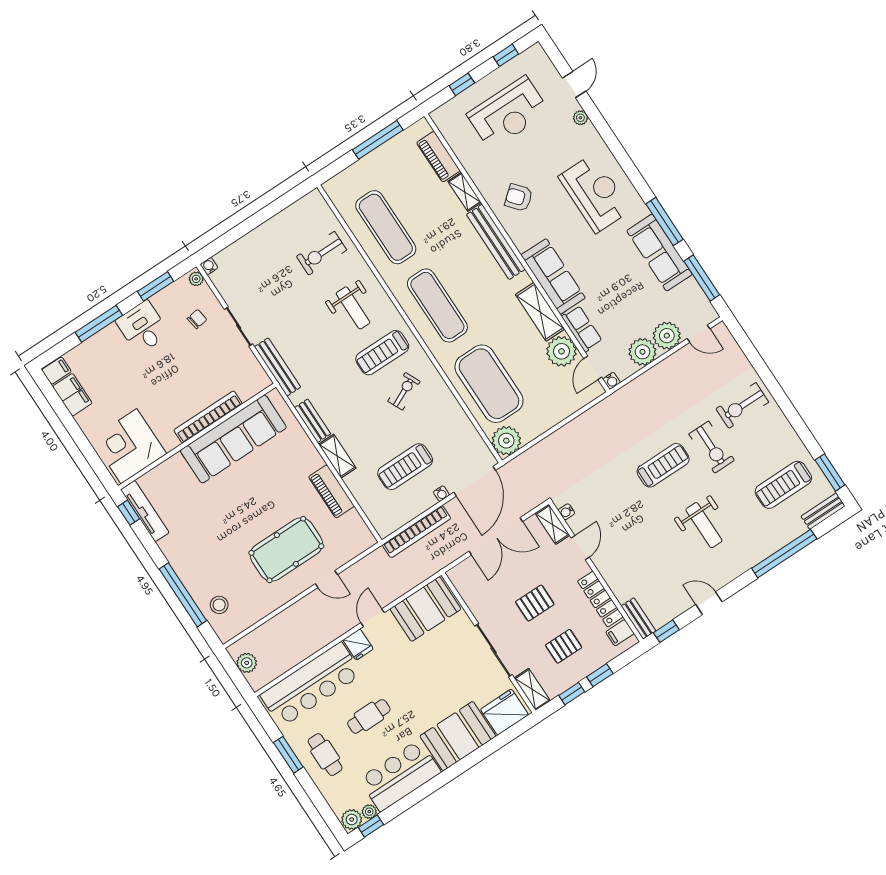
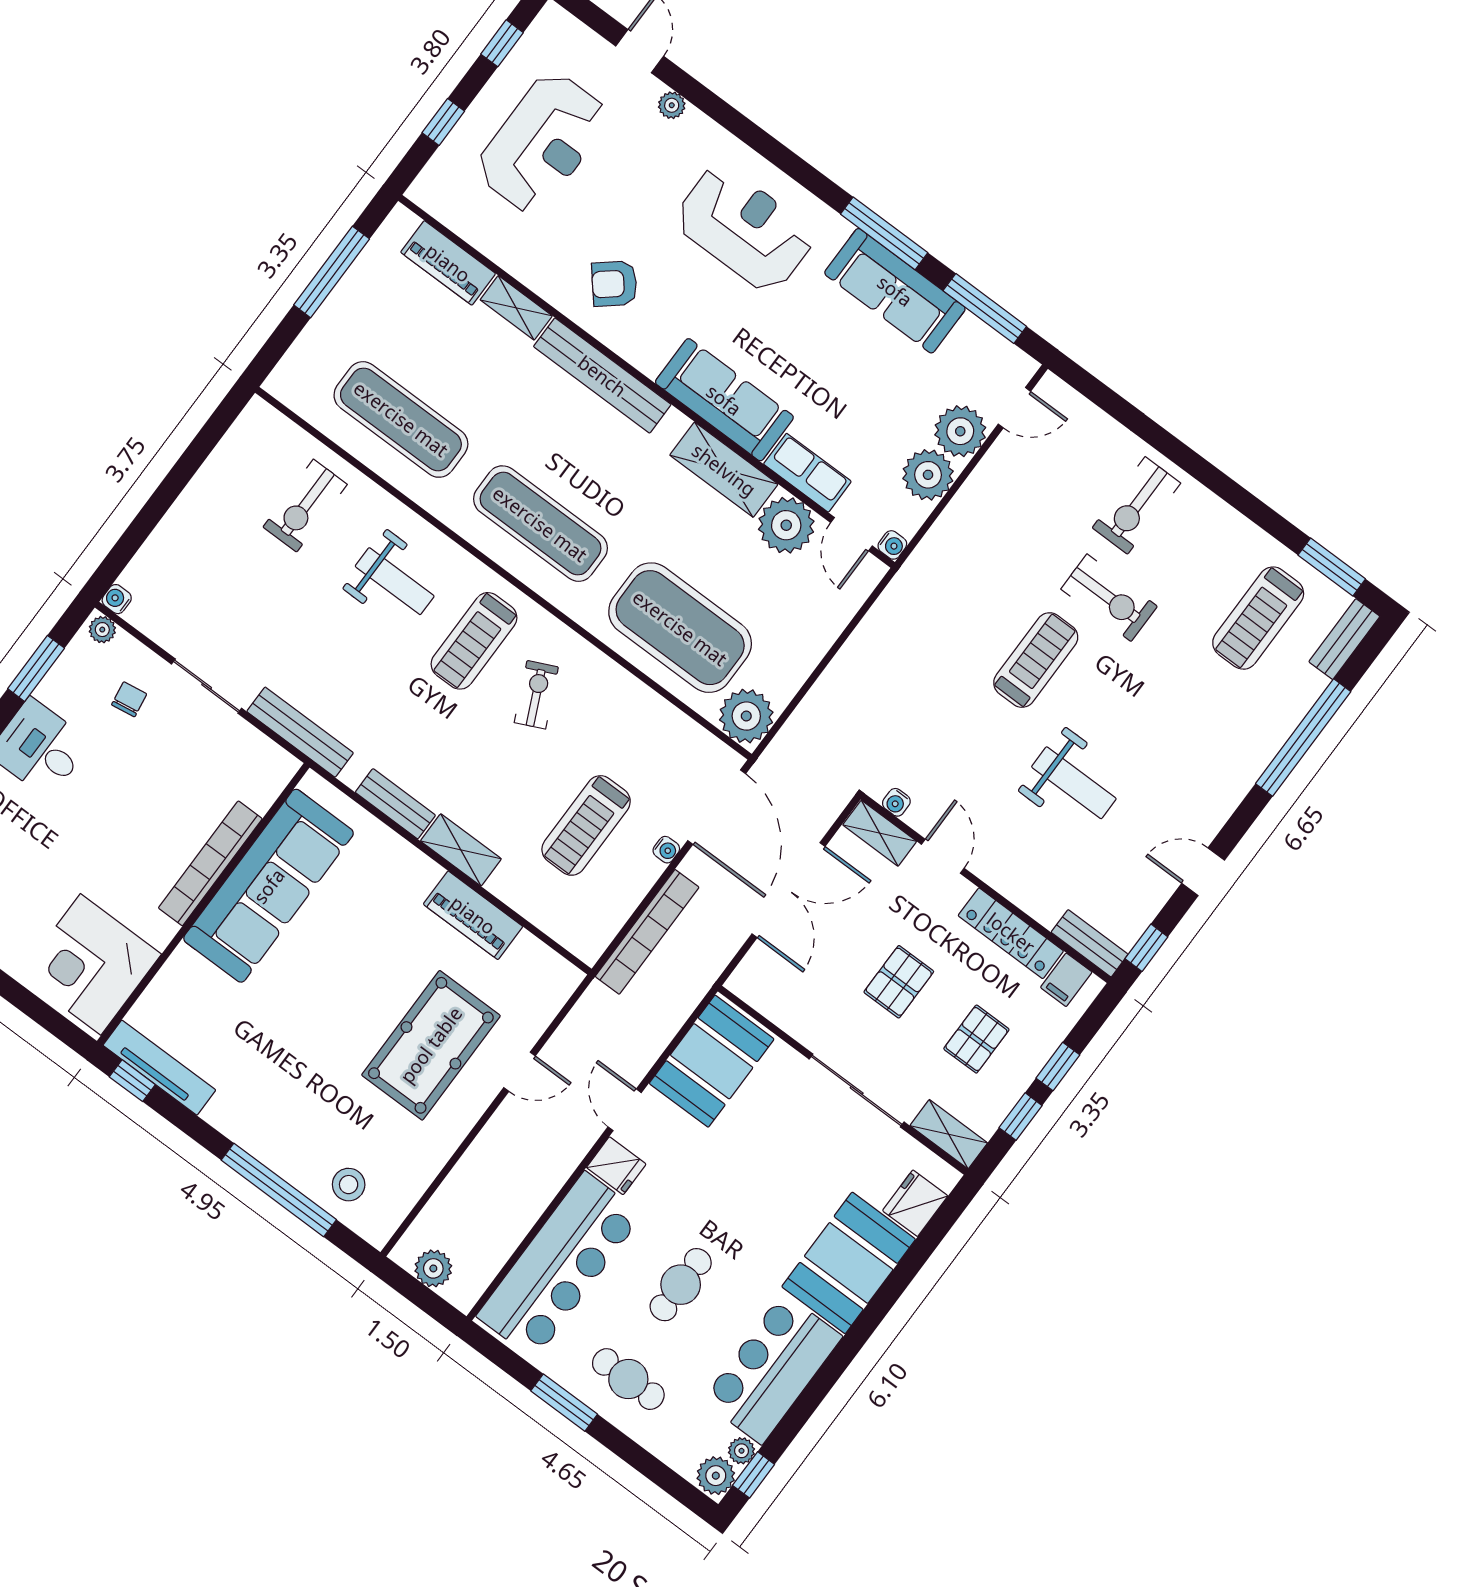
weight bench: (704, 525) -> (1074, 783), moved
fridge: (504, 712) -> (915, 1203), width x0.73, depth x0.75

